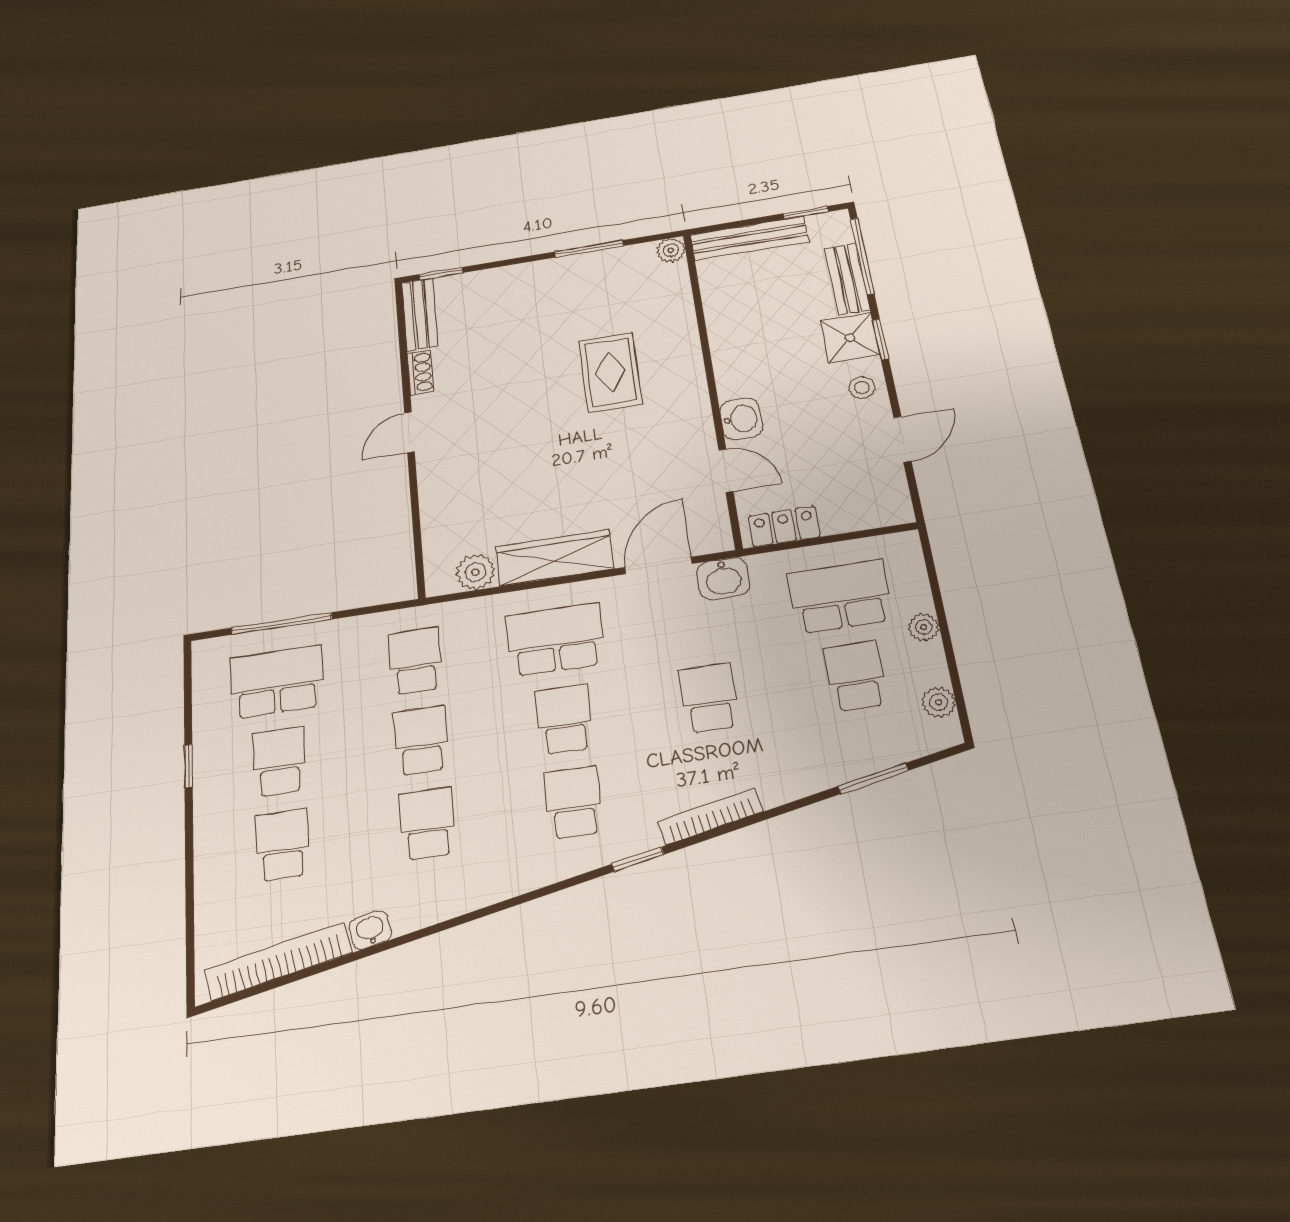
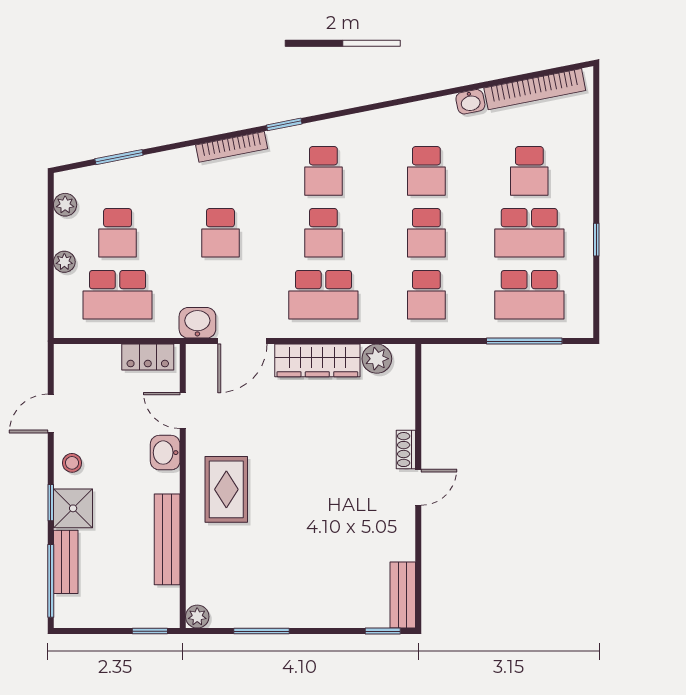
window: (806, 213) -> (150, 631), moved
bench: (749, 238) -> (167, 539), moved, turned 90
shoe rack: (421, 372) -> (406, 450), moved
rug: (610, 372) -> (226, 489), moved
school desk: (280, 761) -> (529, 233), width x1.85

